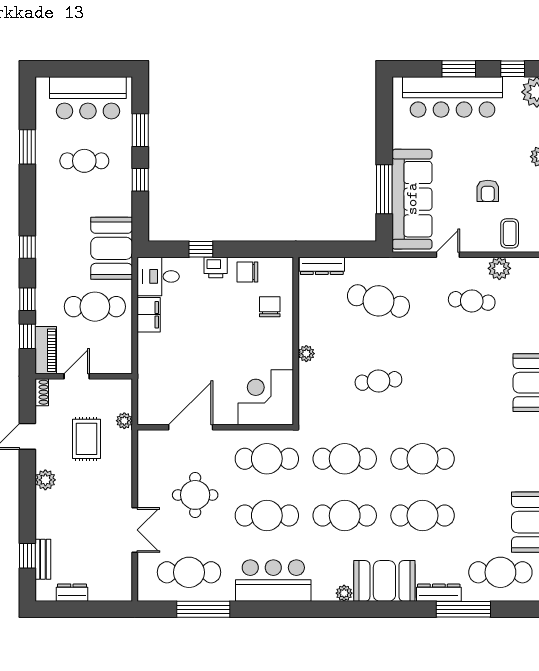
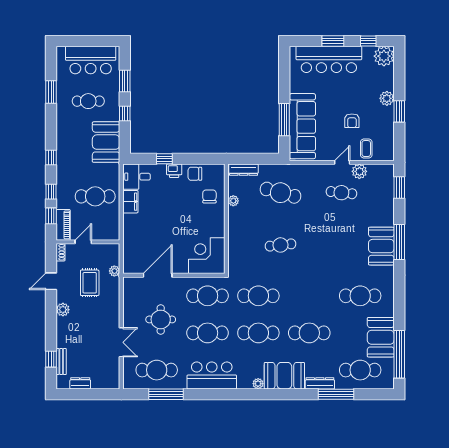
booth: (112, 248) -> (106, 142), moved
door: (448, 255) -> (342, 162), moved
plant: (306, 354) -> (233, 201), moved
cafe table: (423, 459) -> (360, 296), moved

